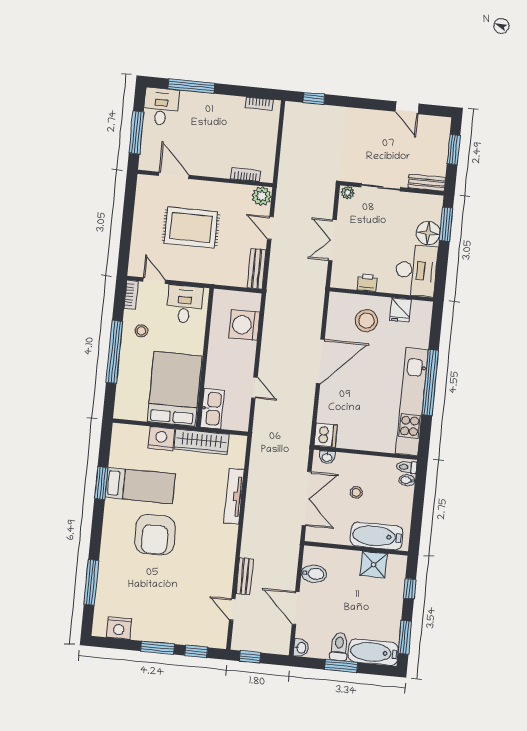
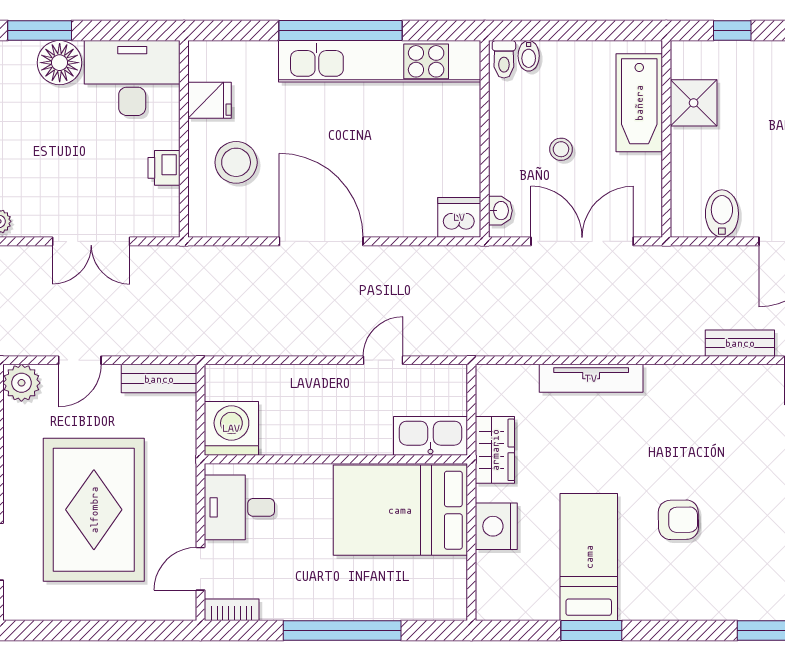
rug: (191, 227) -> (94, 510), width x1.37, depth x1.44
washing machine: (244, 325) -> (231, 428), moved, turned 180
stool: (141, 331) -> (297, 584), removed
wardrobe: (201, 442) -> (495, 450), width x0.67
armchair: (155, 535) -> (678, 520), width x0.53, depth x0.53

